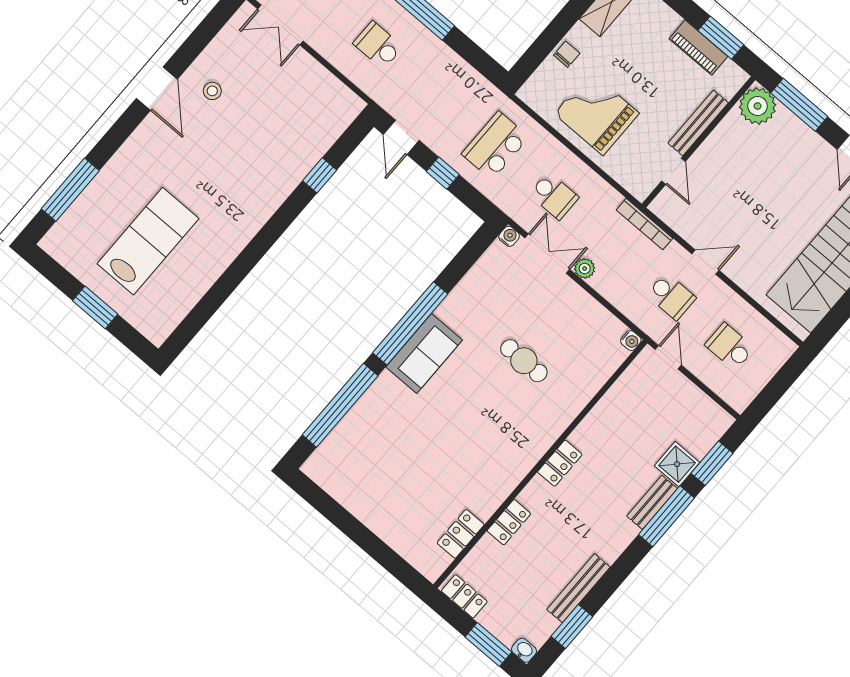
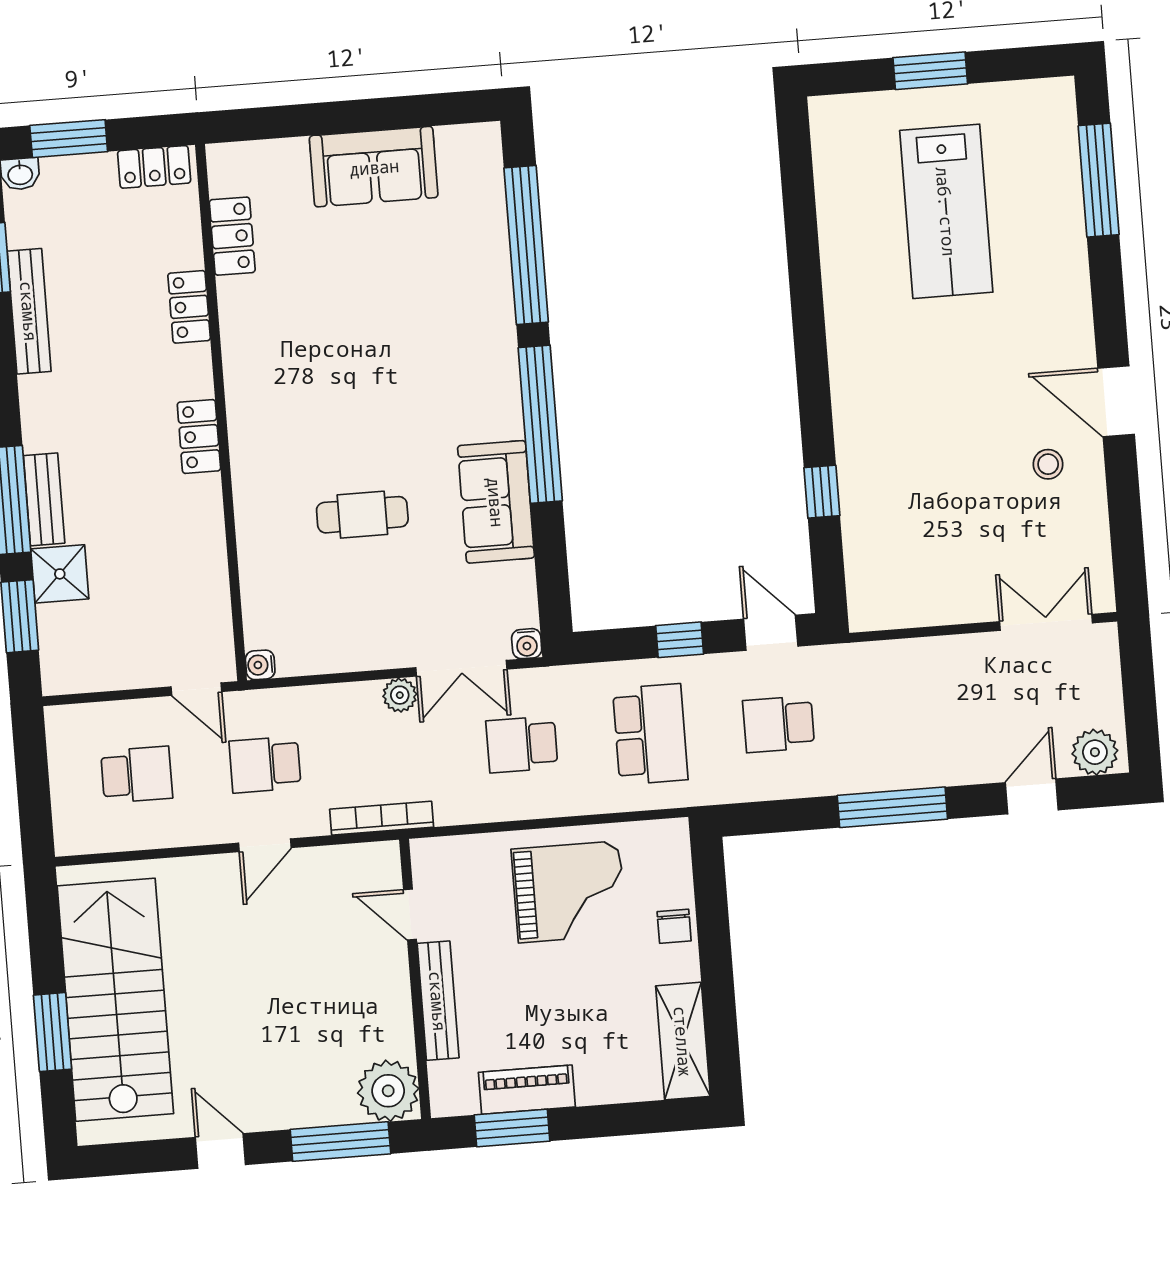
school desk: (378, 45) -> (779, 724), moved, turned 180
sofa: (424, 354) -> (496, 502), moved
sofa: (371, 503) -> (374, 167), added

